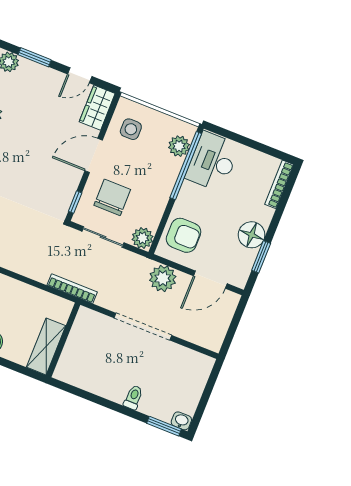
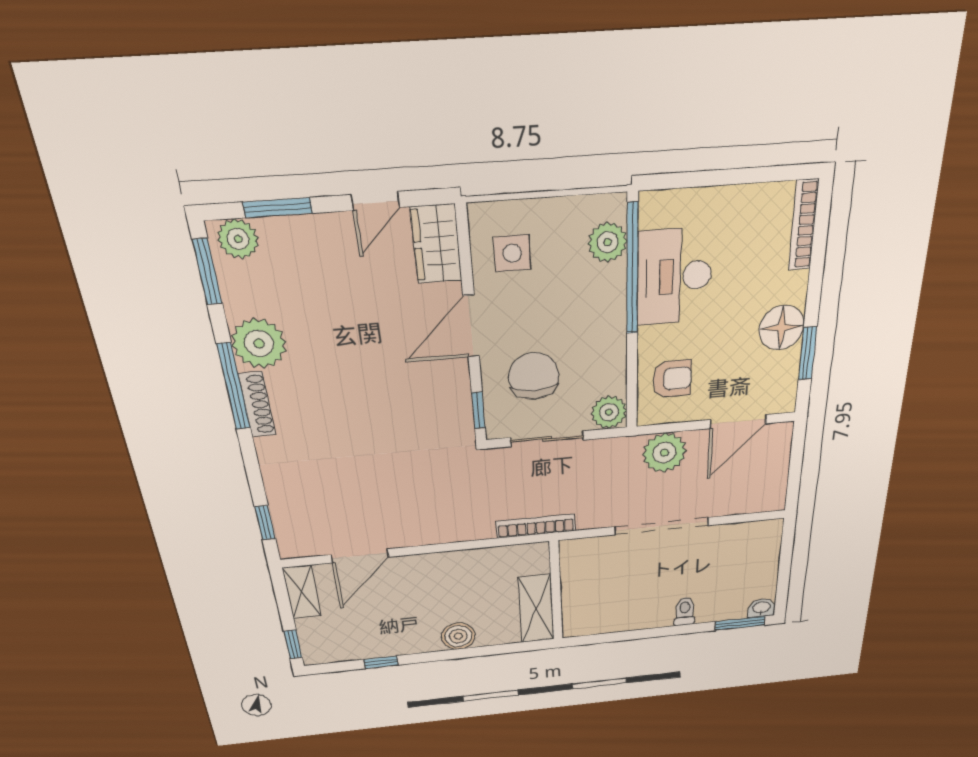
desk: (213, 161) -> (674, 277), moved
armchair: (184, 235) -> (672, 379), width x0.72, depth x0.72

